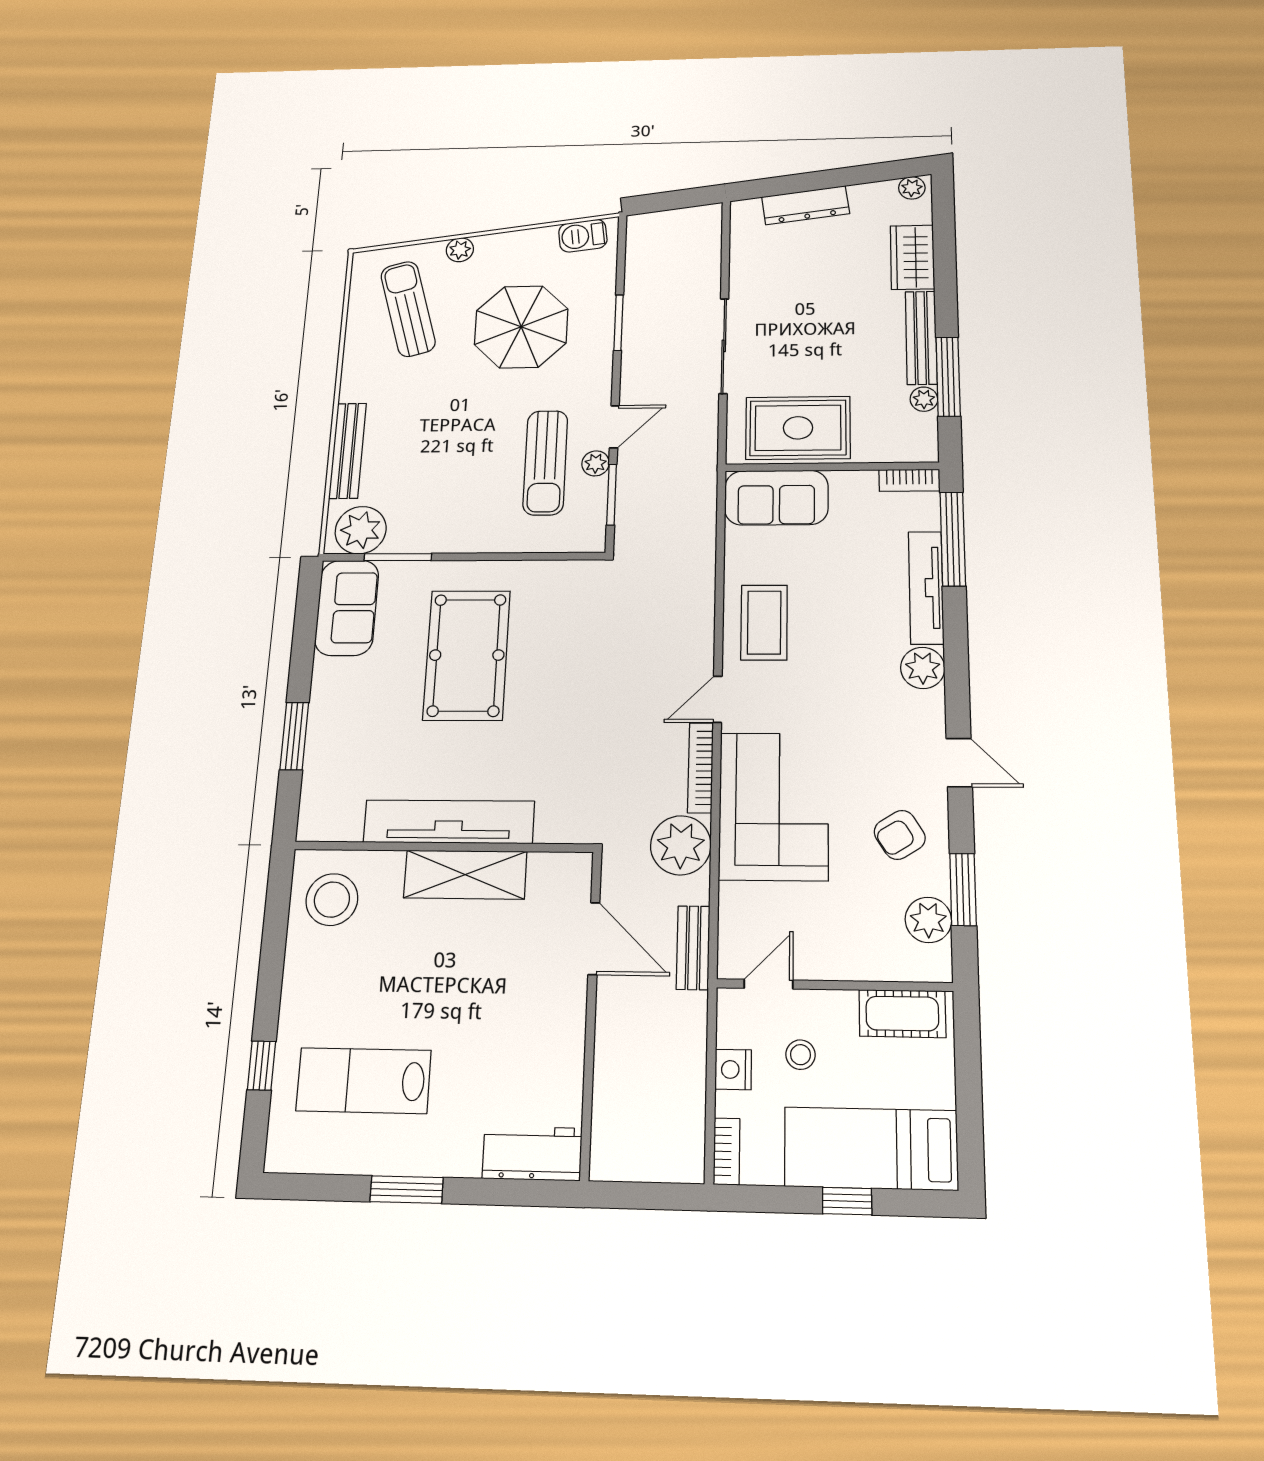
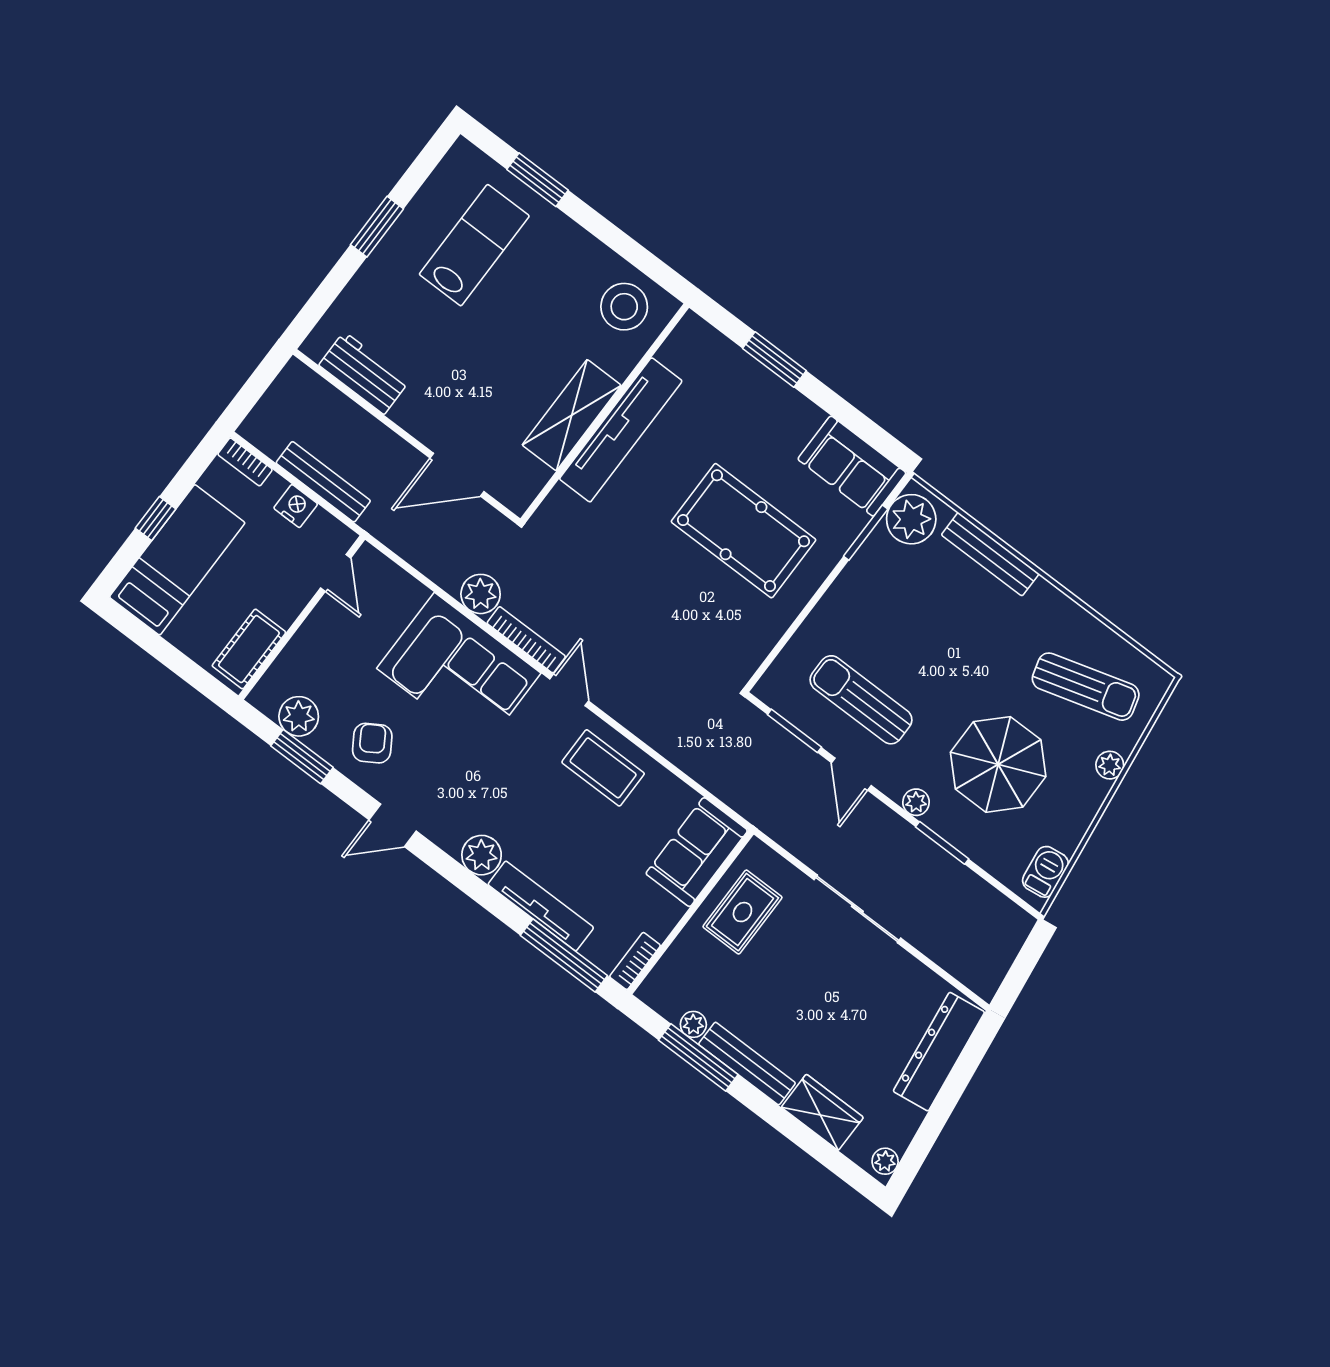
dresser: (806, 205) -> (939, 1052), width x1.37, depth x1.24
rug: (798, 428) -> (742, 912), width x0.73, depth x0.70
plant: (596, 463) -> (916, 802), moved
plant: (681, 845) -> (481, 594), width x0.73, depth x0.73
bench: (693, 948) -> (323, 482), moved, width x1.36
stool: (800, 1055) -> (272, 559), removed
window: (262, 1066) -> (538, 180), width x1.50
workbench: (532, 1153) -> (364, 373), moved, turned -90

